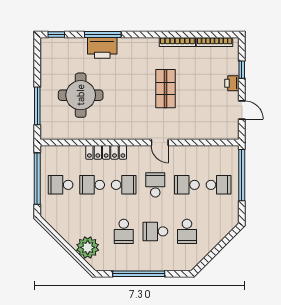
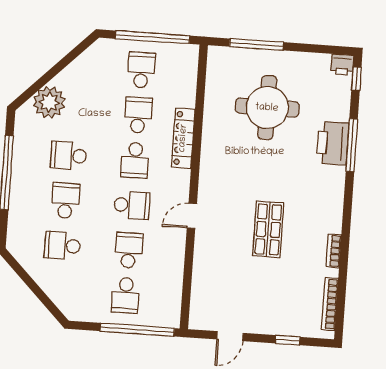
bookcase: (177, 42) -> (334, 251), width x0.64
printer: (232, 83) -> (342, 65), moved, turned 180
shop shelf: (166, 89) -> (268, 229), turned 90

